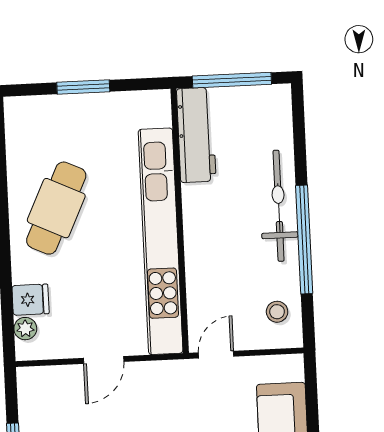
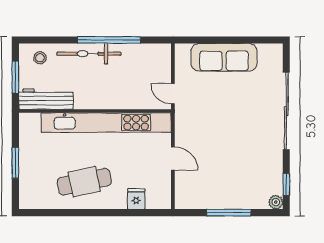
window: (232, 80) -> (15, 77), width x0.69
cafe table: (56, 208) -> (84, 182), turned -37
stool: (277, 312) -> (40, 58), moved
plant: (25, 329) -> (153, 203), removed

